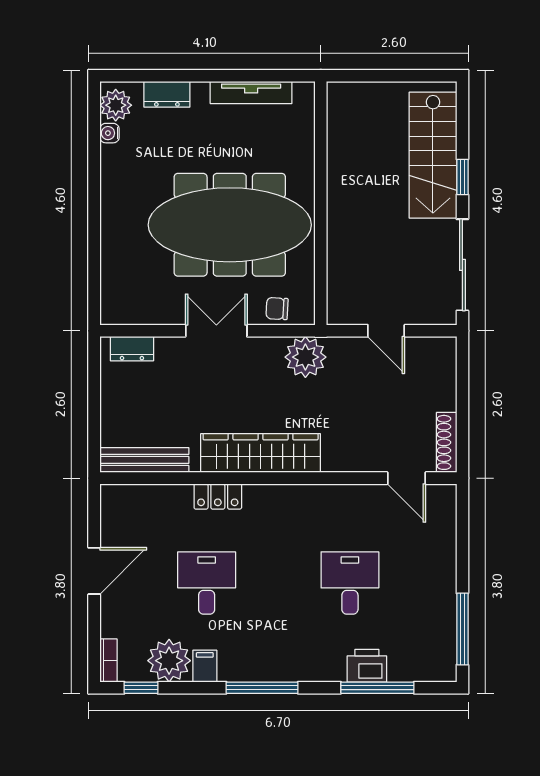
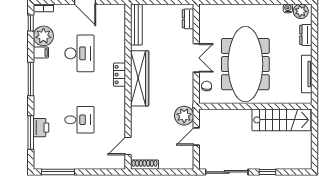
stairs: (433, 155) -> (281, 120), moved, turned 180
plant: (305, 357) -> (184, 116), moved
locker: (218, 496) -> (119, 75), moved
desk: (207, 583) -> (79, 53), width x1.37

